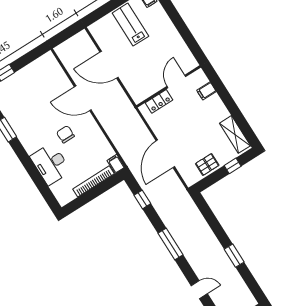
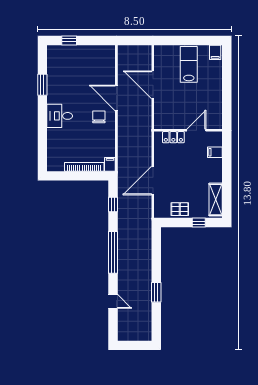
chair: (65, 134) -> (99, 117), moved
desk: (51, 164) -> (60, 116), moved, width x0.73
window: (170, 244) -> (113, 252), width x1.46

